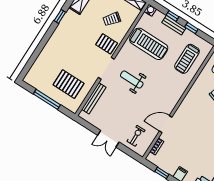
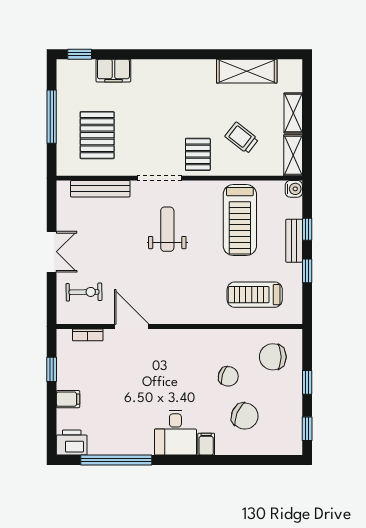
window: (60, 16) -> (80, 54), moved
filing cabinet: (44, 58) -> (113, 71), added
double door: (108, 139) -> (52, 252), swing flipped

